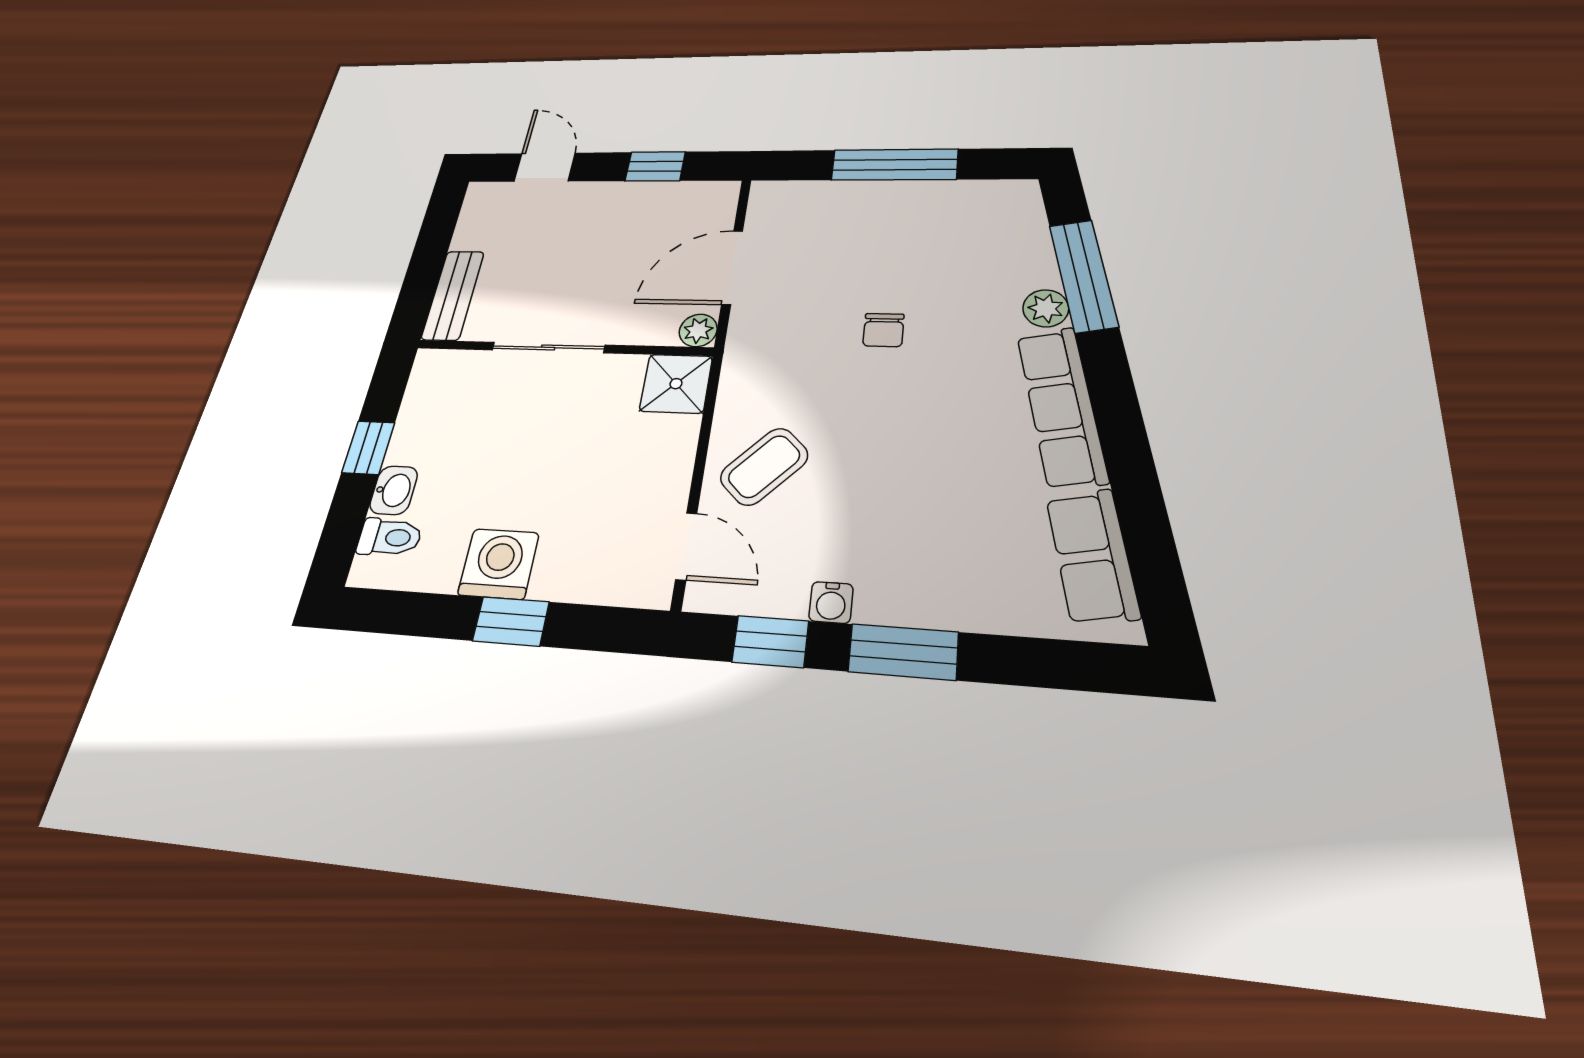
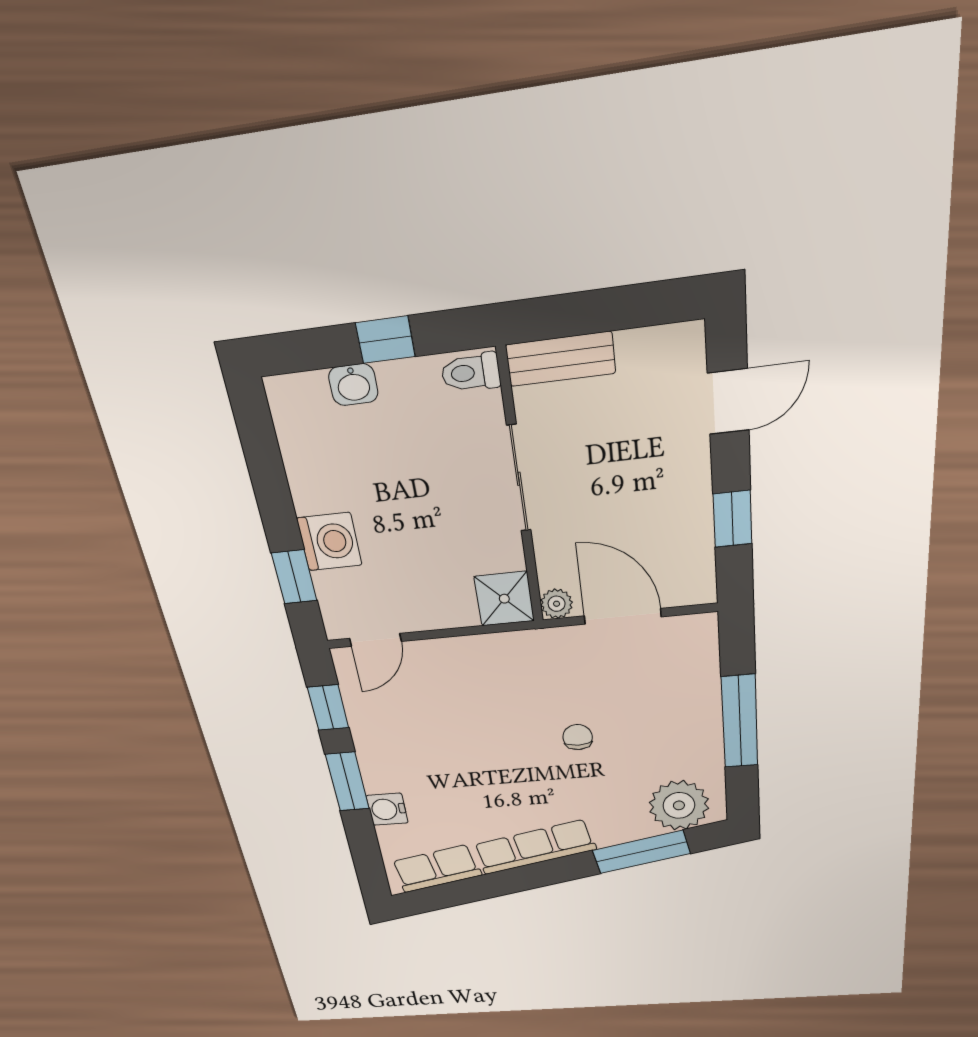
plant: (1046, 308) -> (679, 805), moved, width x1.87, depth x1.87
chair: (884, 330) -> (578, 737), turned 90
coffee table: (764, 466) -> (449, 678), removed
toilet: (390, 537) -> (471, 372), moved, turned 90
washing machine: (499, 564) -> (329, 542), moved
water cooler: (831, 602) -> (387, 809), moved, width x1.38, depth x1.38
window: (511, 621) -> (294, 577), moved

